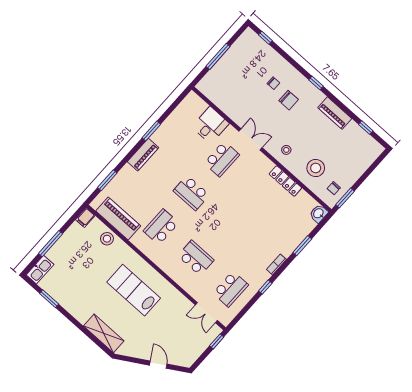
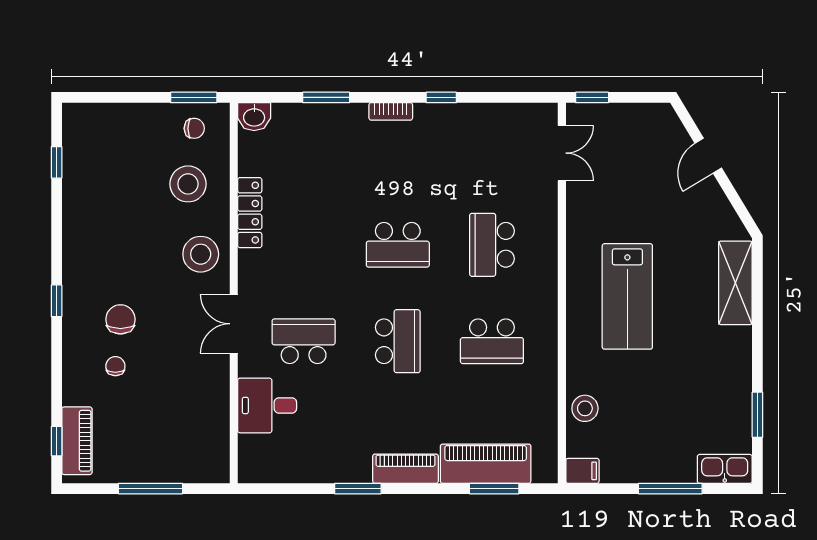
piano: (335, 113) -> (77, 441), moved
stool: (286, 150) -> (201, 254), width x1.89, depth x1.89
piano: (118, 218) -> (486, 464), moved, turned 90
school desk: (231, 289) -> (398, 245), moved, turned 180

